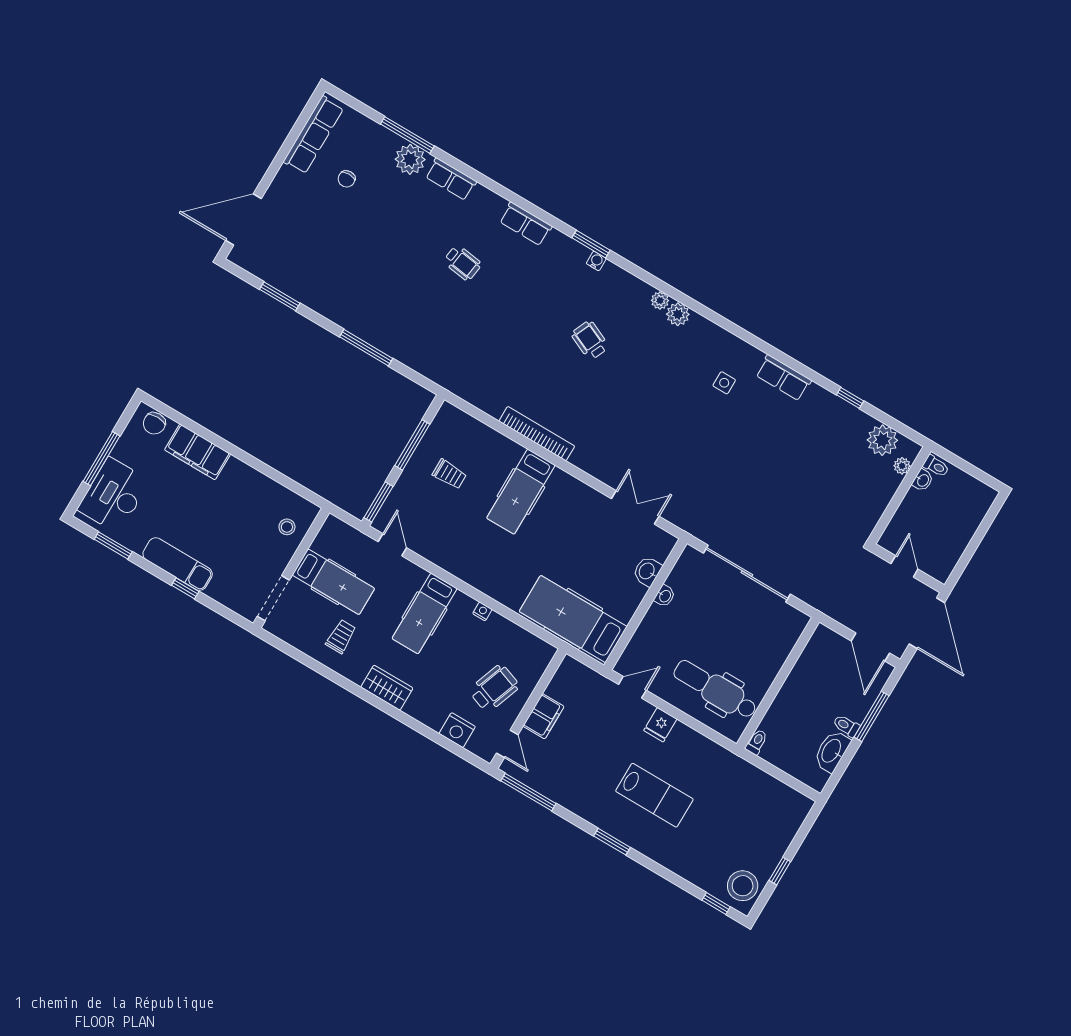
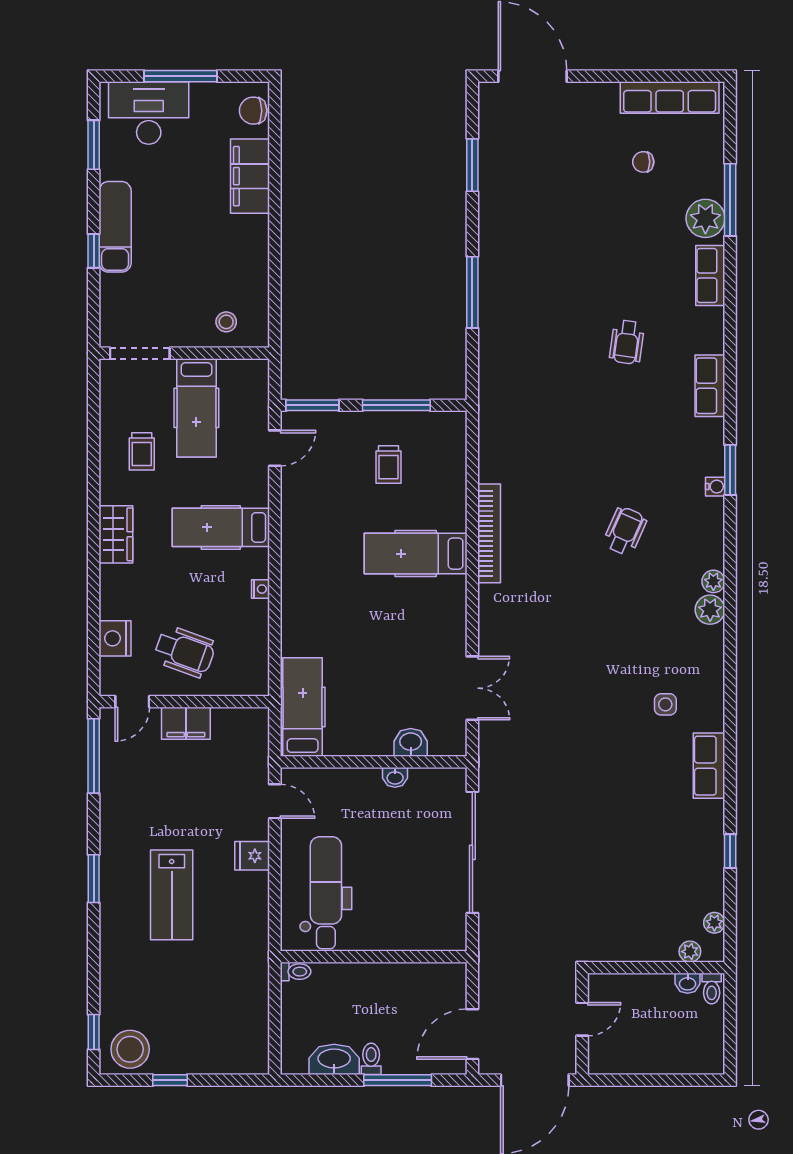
plant: (882, 440) -> (714, 923), width x0.53, depth x0.53
hospital bed: (573, 619) -> (303, 707), width x0.73, depth x0.78
trolley: (341, 637) -> (142, 451), turned 90

